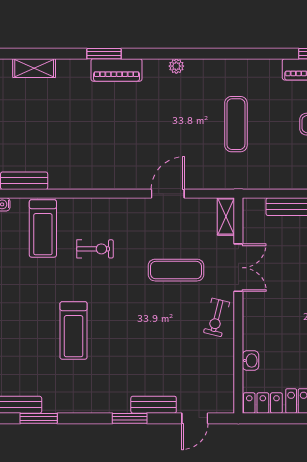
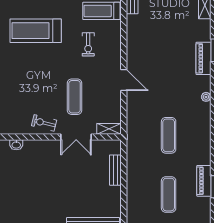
exercise mat: (236, 124) -> (169, 135), turned 90
door: (168, 194) -> (124, 80), moved
treadmill: (74, 330) -> (36, 31), width x1.37, depth x1.38

